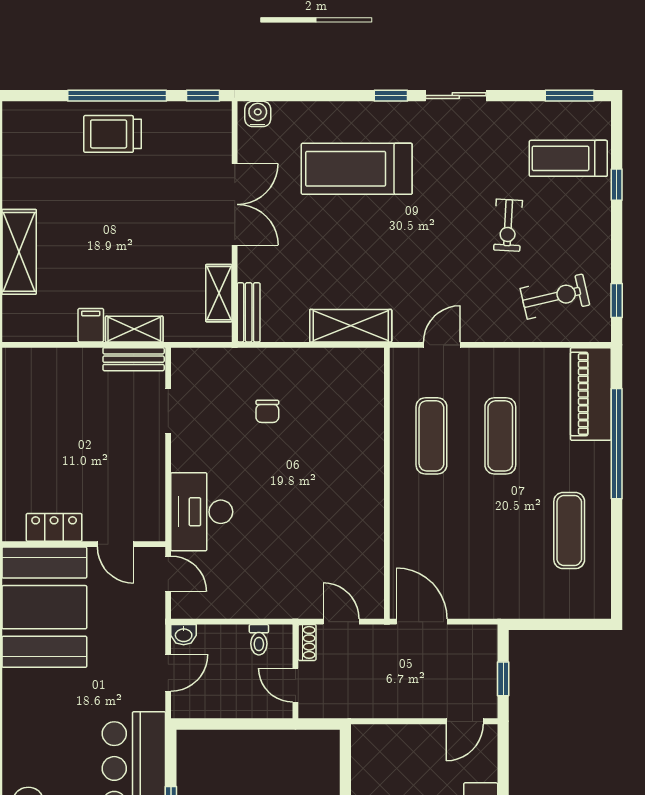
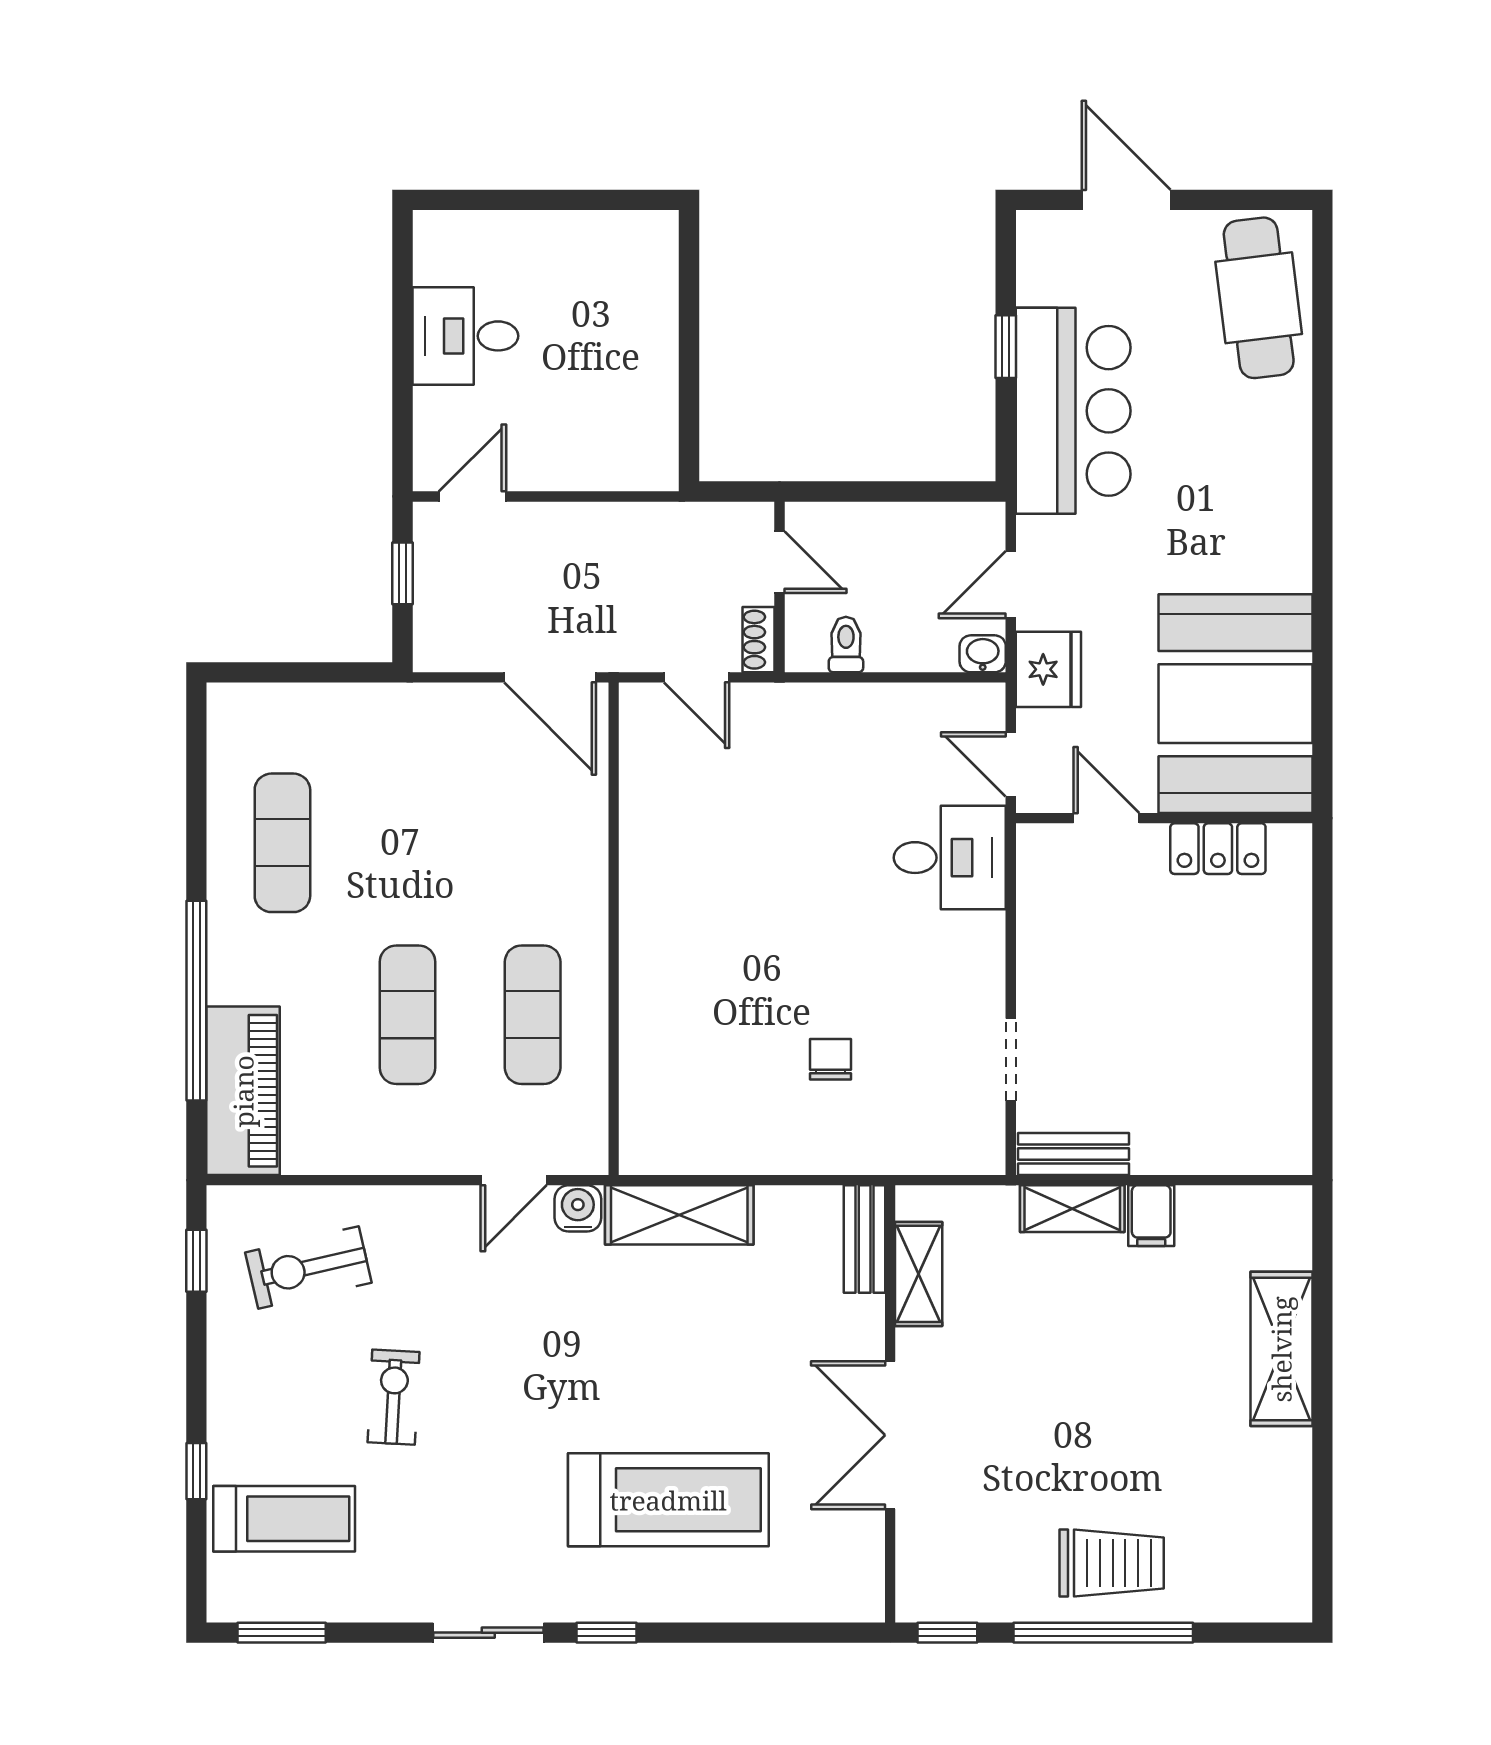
water cooler: (258, 114) -> (578, 1208), moved, turned 180
desk: (202, 512) -> (950, 858), width x0.73
fridge: (147, 626) -> (1048, 669), added

